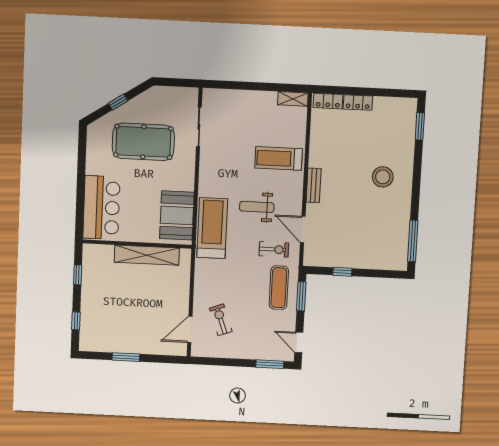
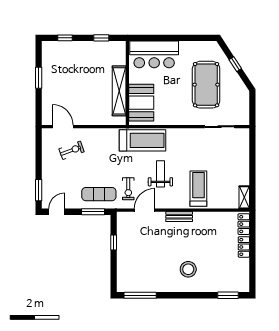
booth: (177, 215) -> (141, 103), moved, turned 90

